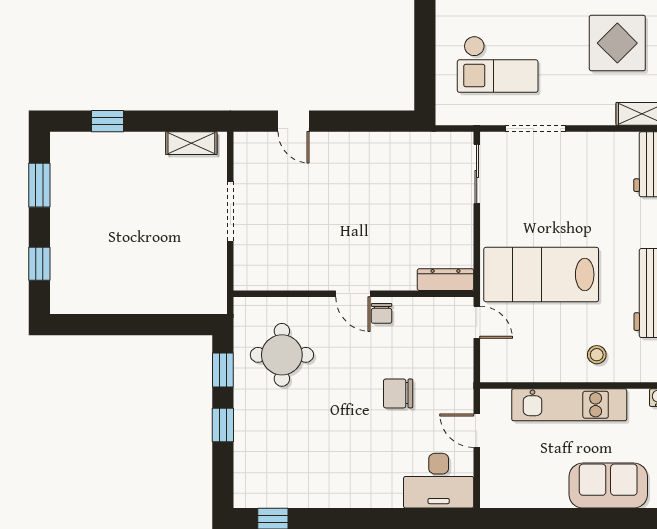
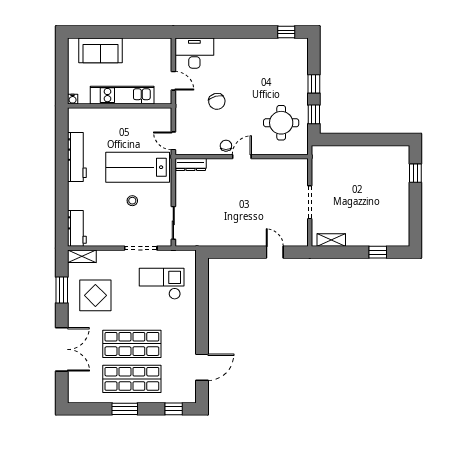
window: (39, 185) -> (415, 217), removed
lab bench: (541, 275) -> (138, 167), turned 180
door: (353, 294) -> (242, 157), hinge flipped
stool: (597, 355) -> (132, 201), moved
chair: (398, 393) -> (217, 101), turned 74

